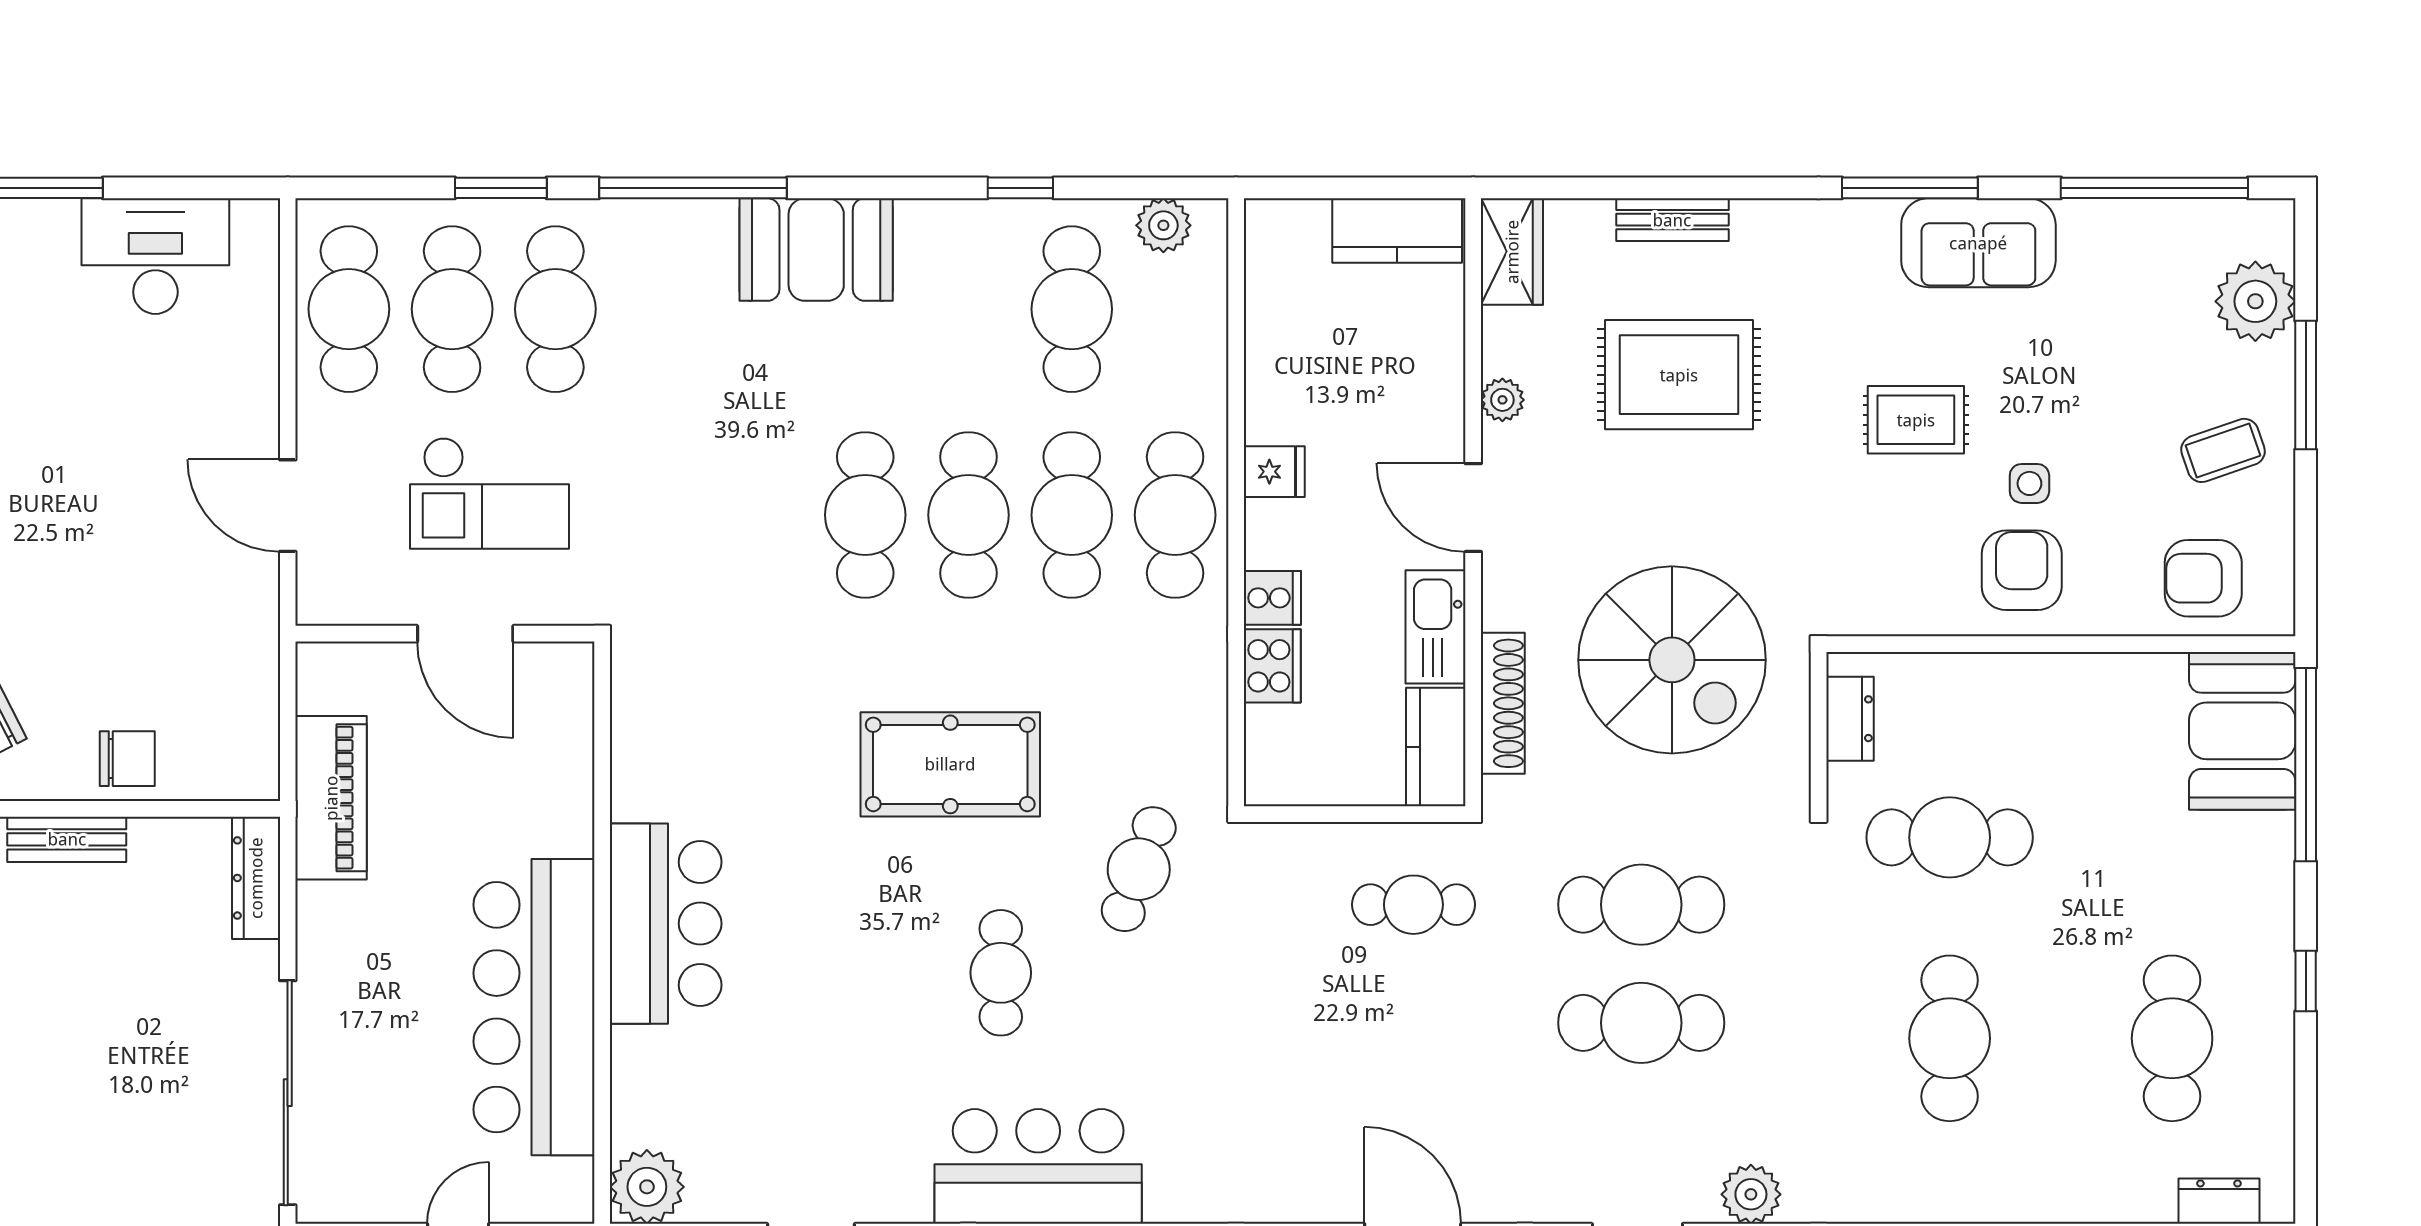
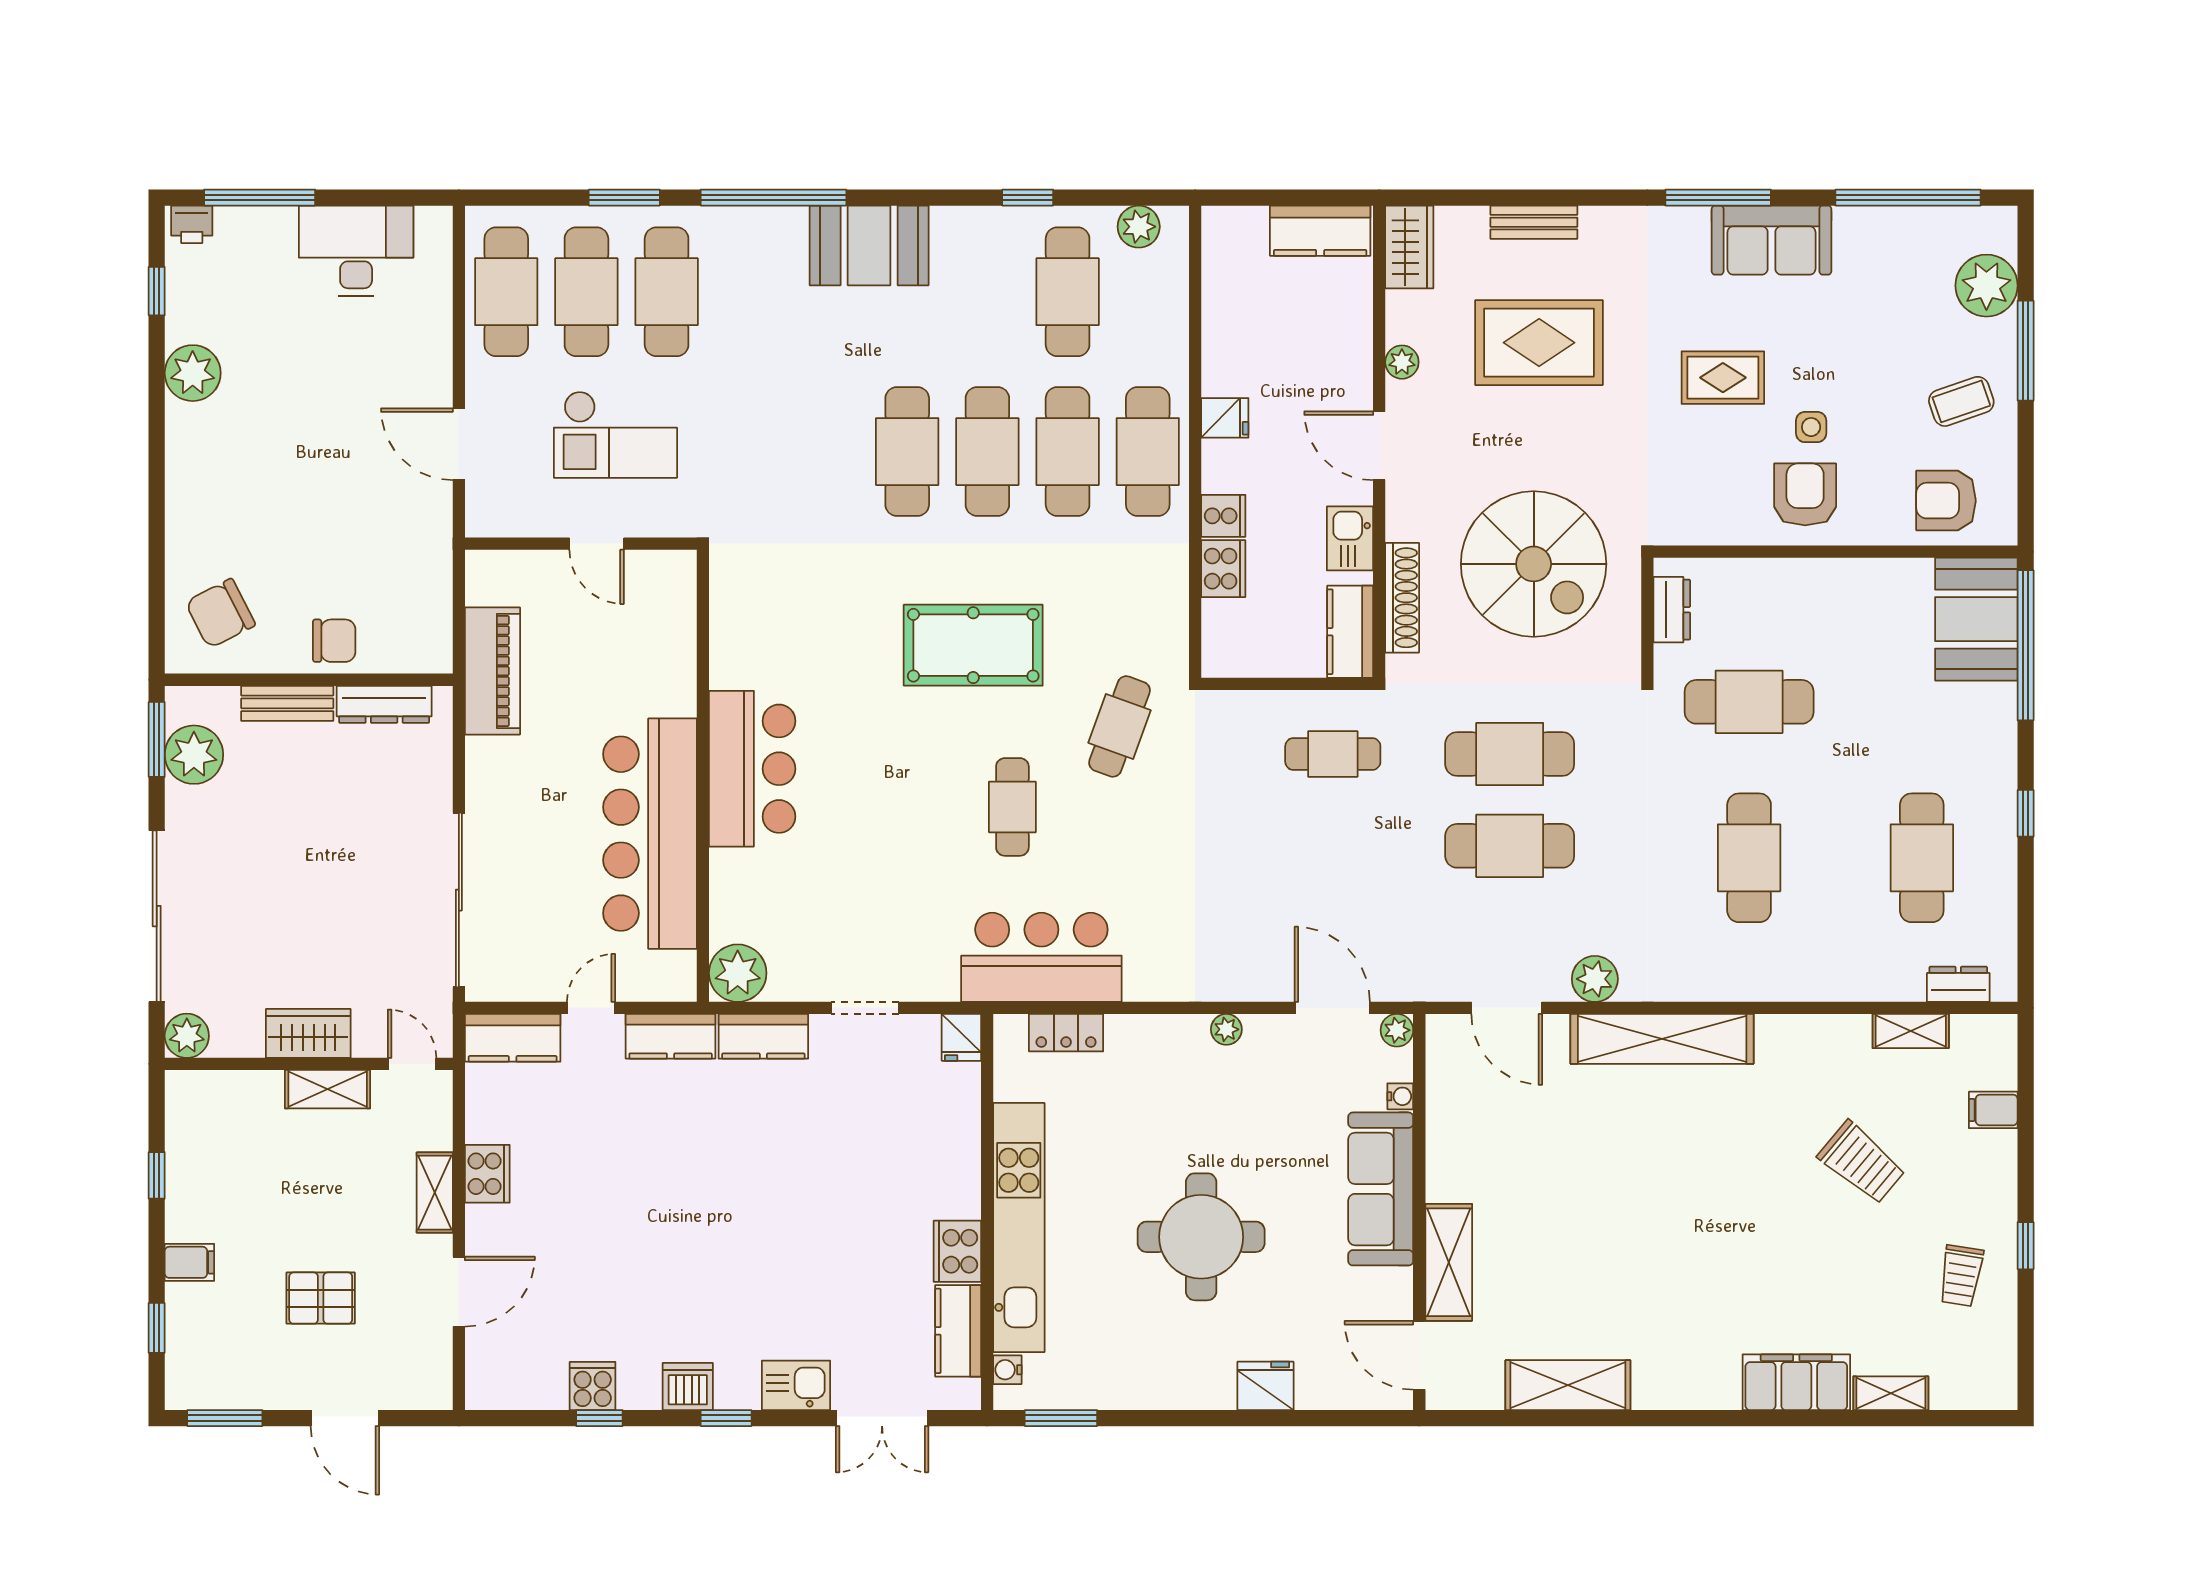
kitchen sink: (1436, 627) -> (1350, 538), width x0.73
door: (465, 634) -> (597, 544), width x0.73
dresser: (256, 878) -> (384, 704), moved, turned -90

